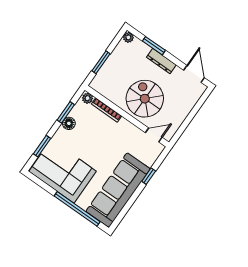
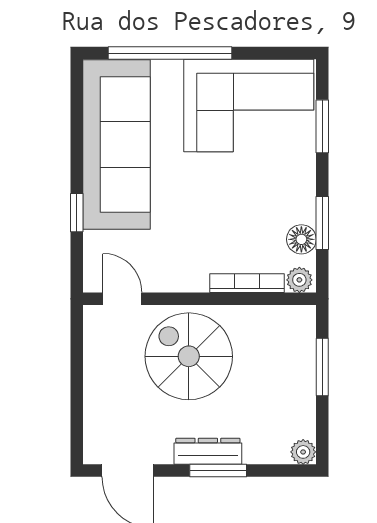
window: (154, 46) -> (218, 471), moved
spiral stairs: (145, 99) -> (189, 356), turned 180
floor lamp: (69, 123) -> (301, 239), moved
door: (154, 135) -> (122, 299), swing flipped

